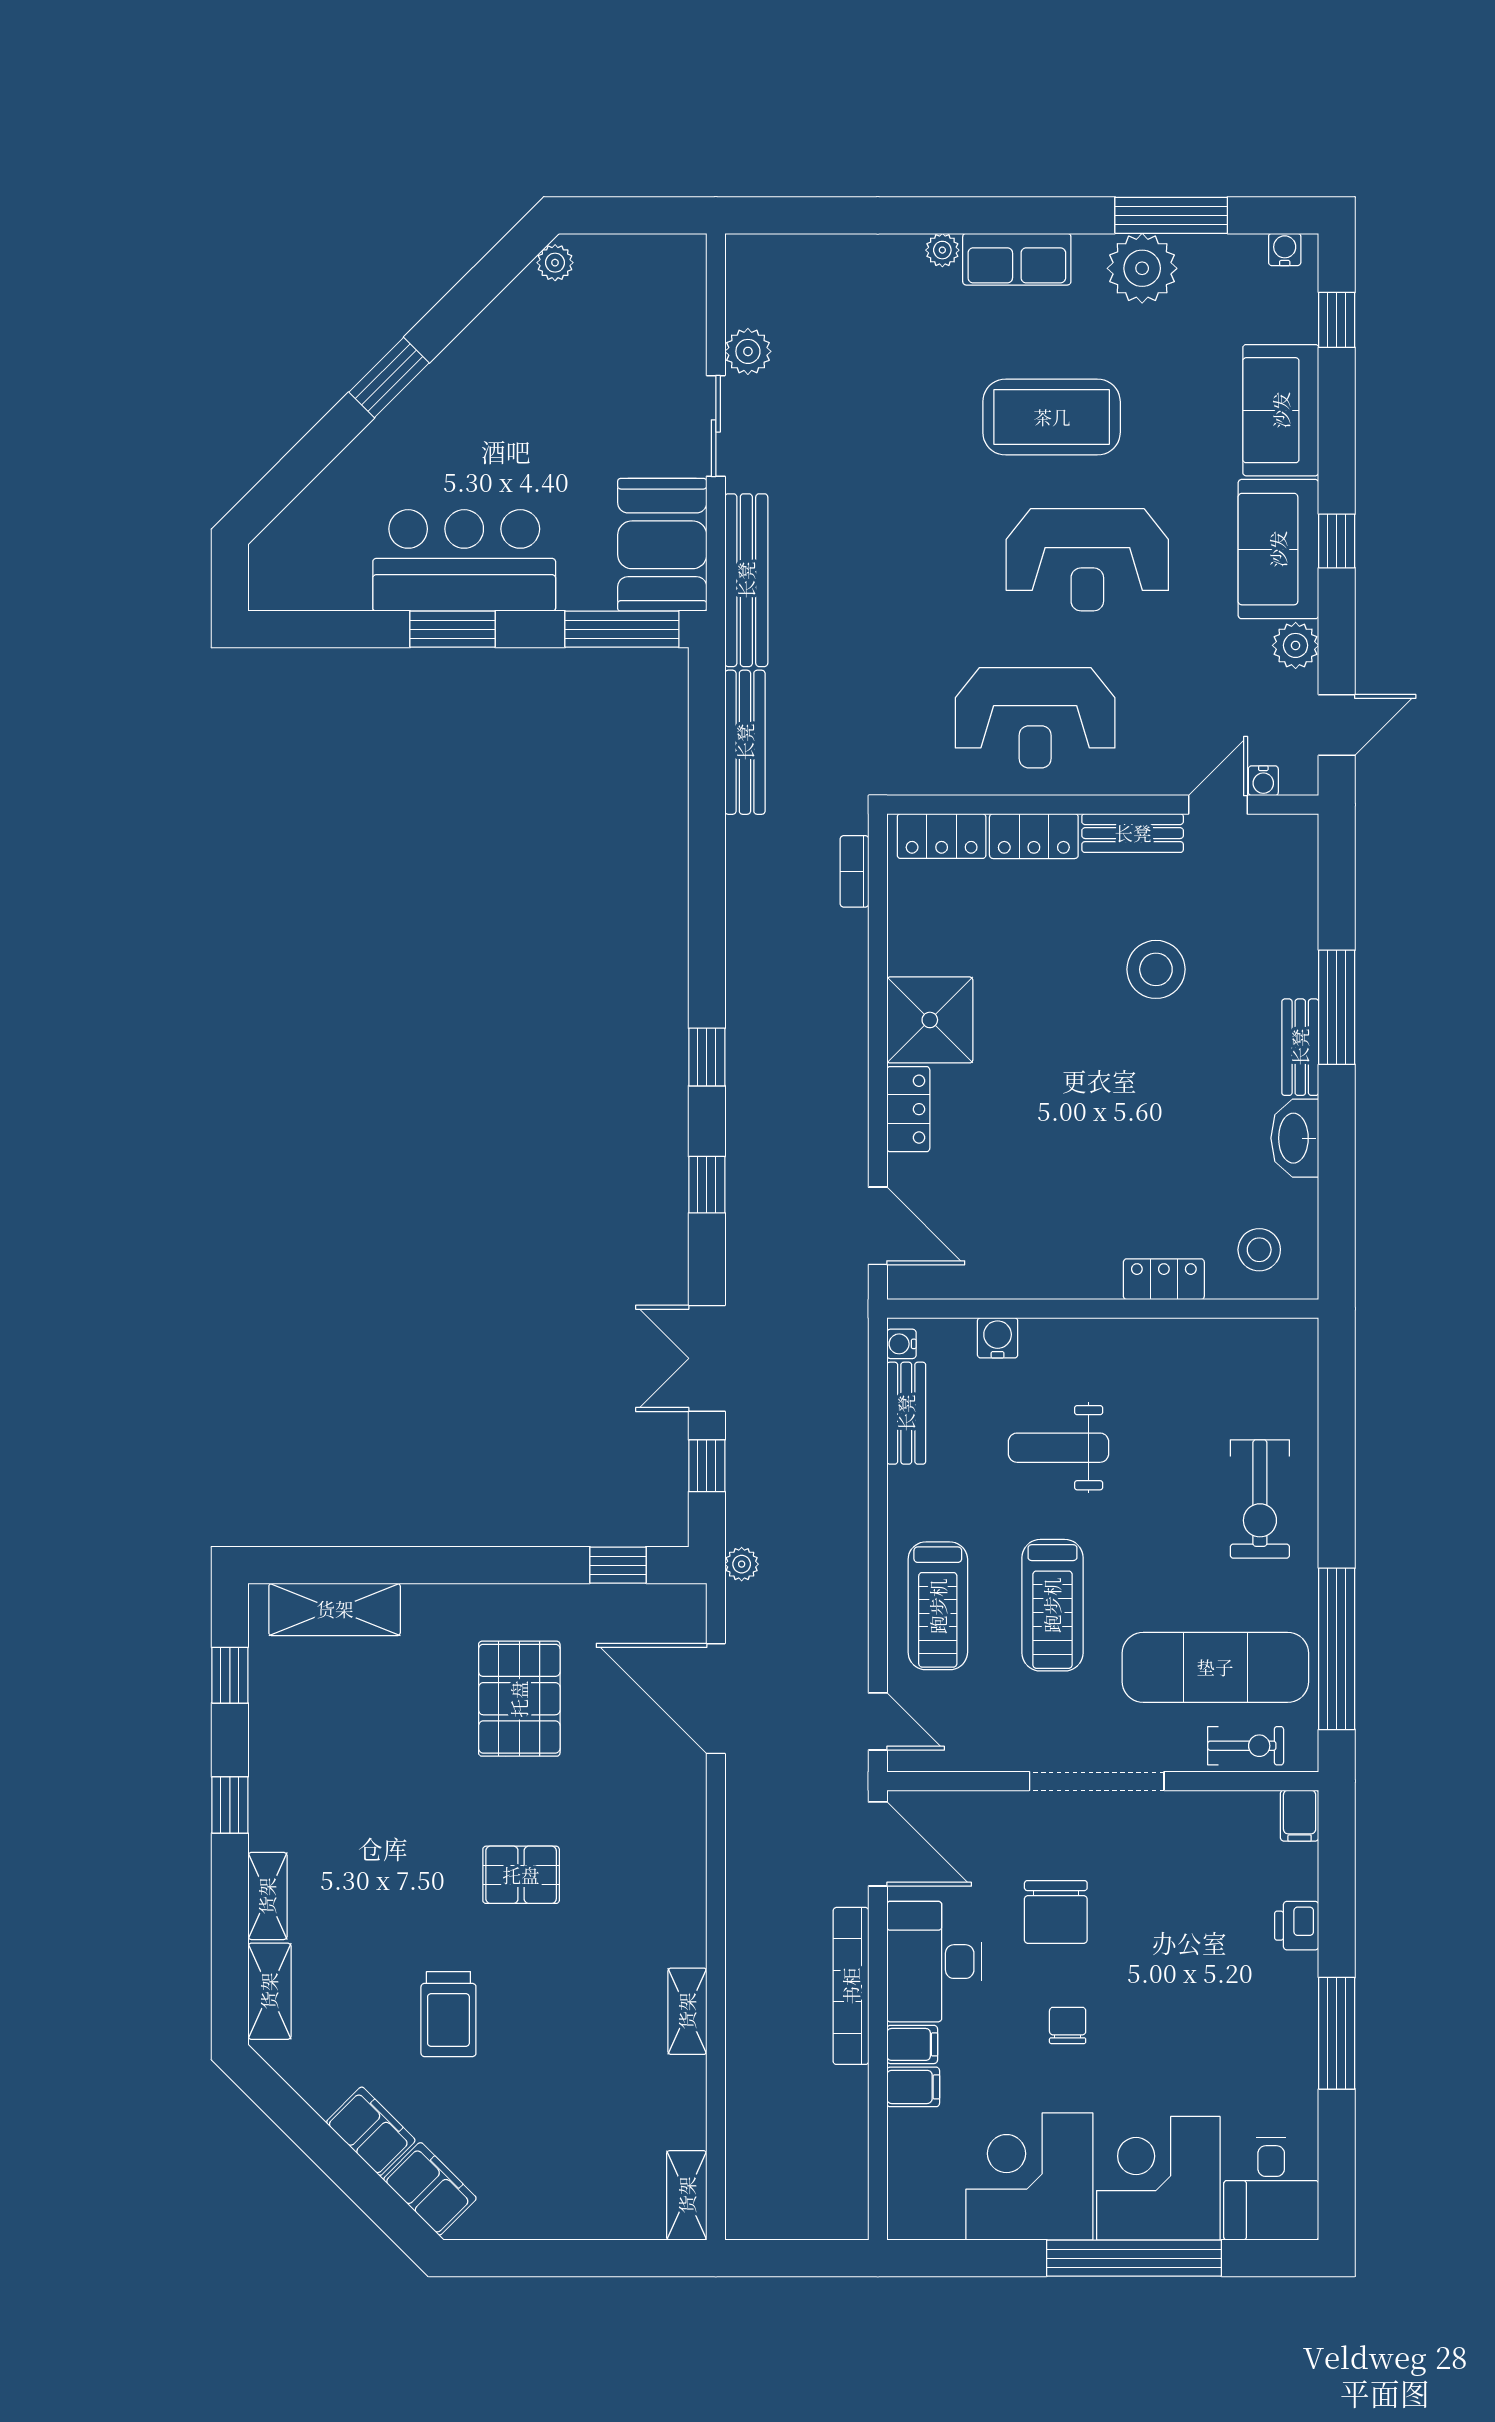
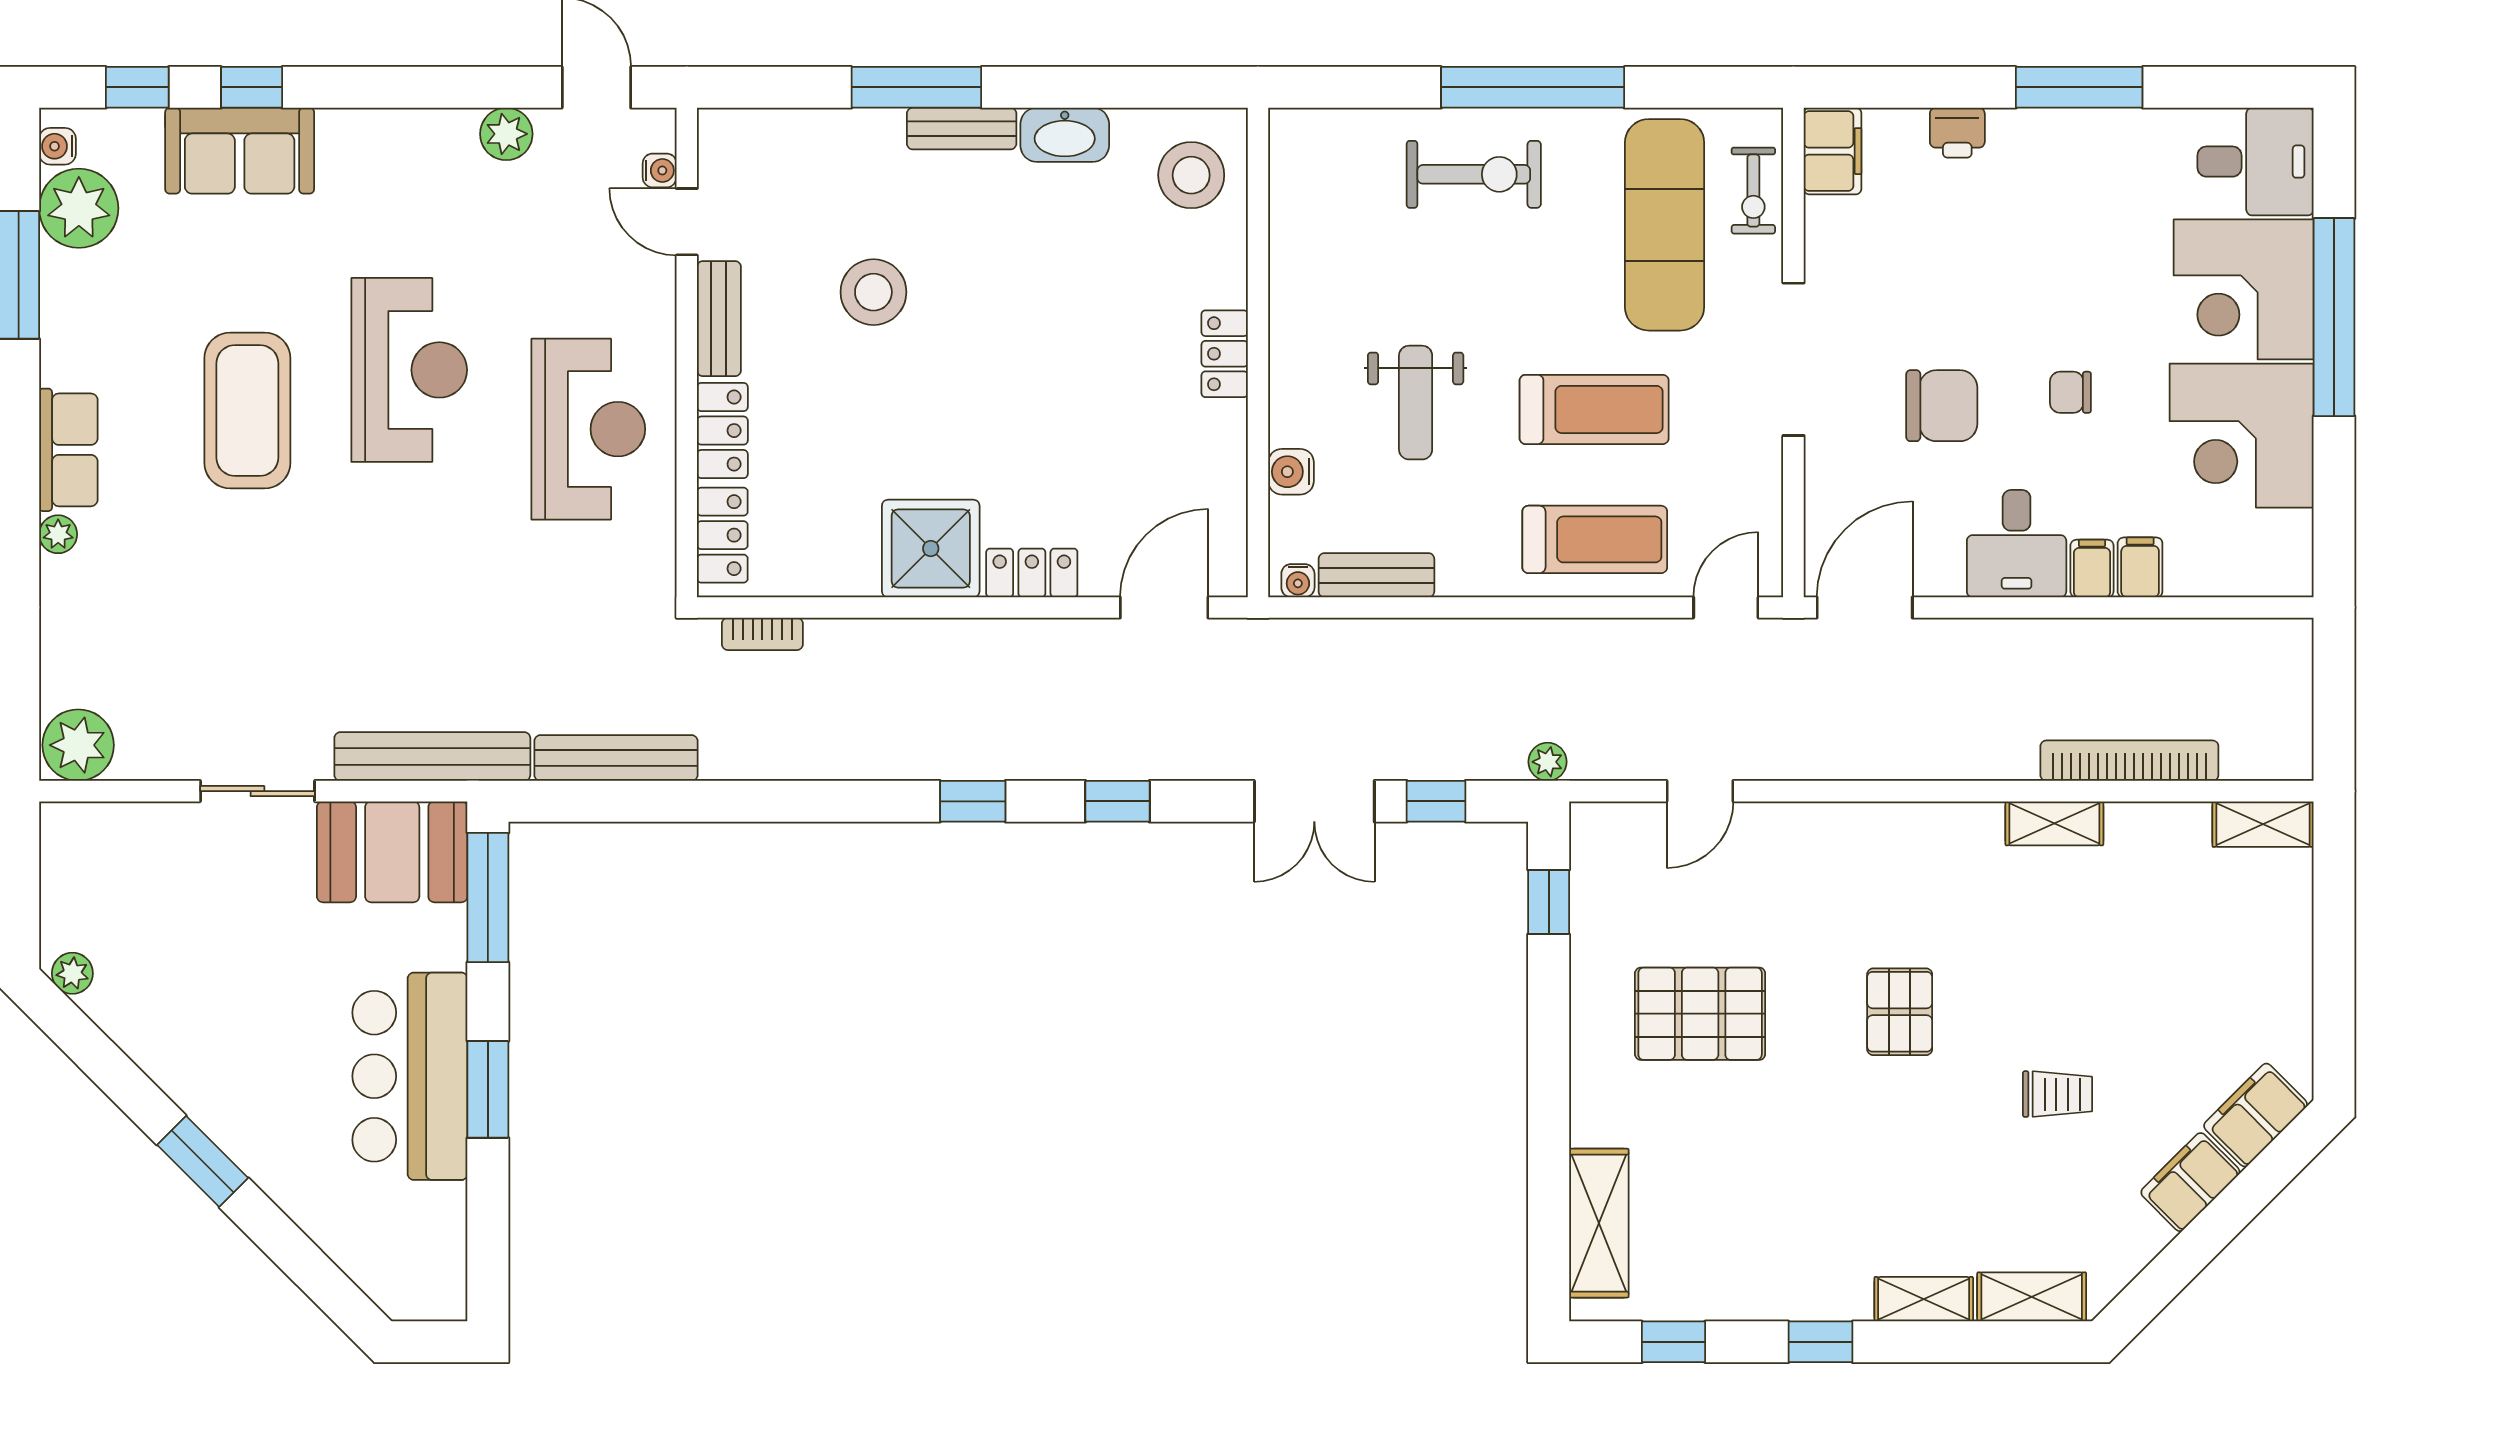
plant: (1142, 268) -> (79, 208), moved
plant: (748, 351) -> (78, 745), moved, width x1.36, depth x1.36
window: (1337, 541) -> (252, 87), moved
sofa: (1278, 549) -> (397, 153), removed
stool: (1259, 1250) -> (1191, 175), width x1.38, depth x1.38
locker: (1164, 1279) -> (1225, 354), moved
window: (1337, 1649) -> (1533, 87), moved
door: (716, 1699) -> (1700, 791), width x0.53
exercise bike: (1246, 1746) -> (1753, 191), turned 180
filing cabinet: (1300, 1816) -> (1833, 151), width x2.00
desk: (934, 1962) -> (2017, 544), width x0.73
bookcase: (851, 1986) -> (2129, 761), moved, turned 180
trolley: (448, 2014) -> (2058, 1094), width x0.73, depth x0.72

